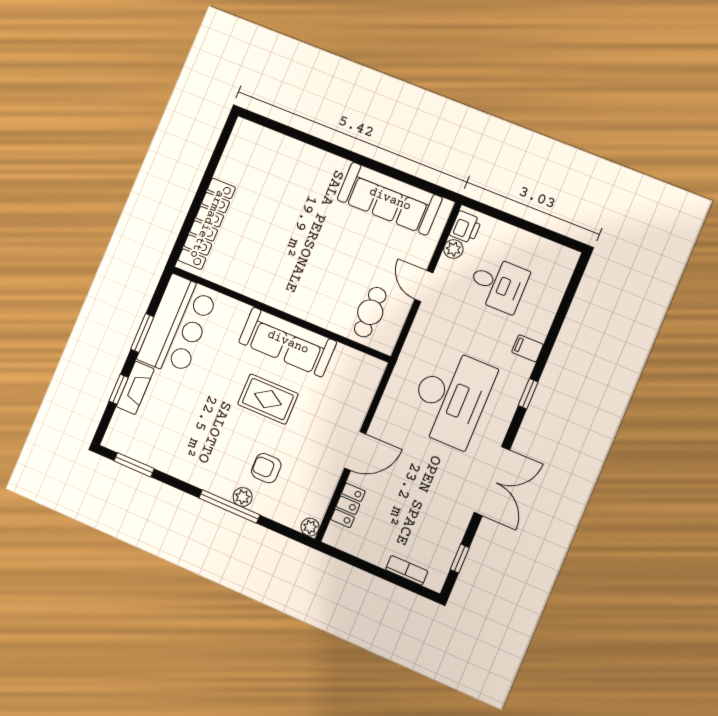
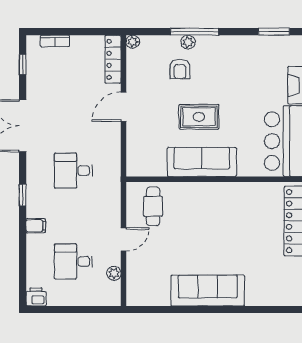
sofa: (390, 199) -> (208, 290), moved
printer: (466, 227) -> (36, 297), moved, turned 90
door: (424, 286) -> (124, 239), hinge flipped
desk: (451, 398) -> (73, 171), width x0.53, depth x0.77
armchair: (266, 468) -> (180, 69), turned 90
locker: (348, 505) -> (113, 59), width x1.53

